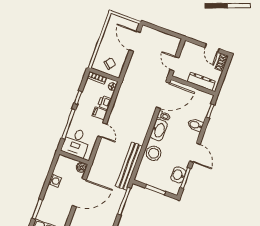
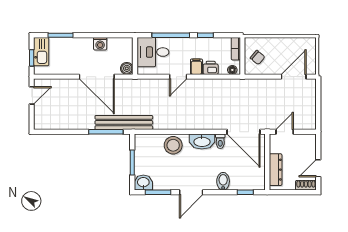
bench: (129, 166) -> (124, 122), moved
washbasin: (178, 175) -> (143, 183), moved

